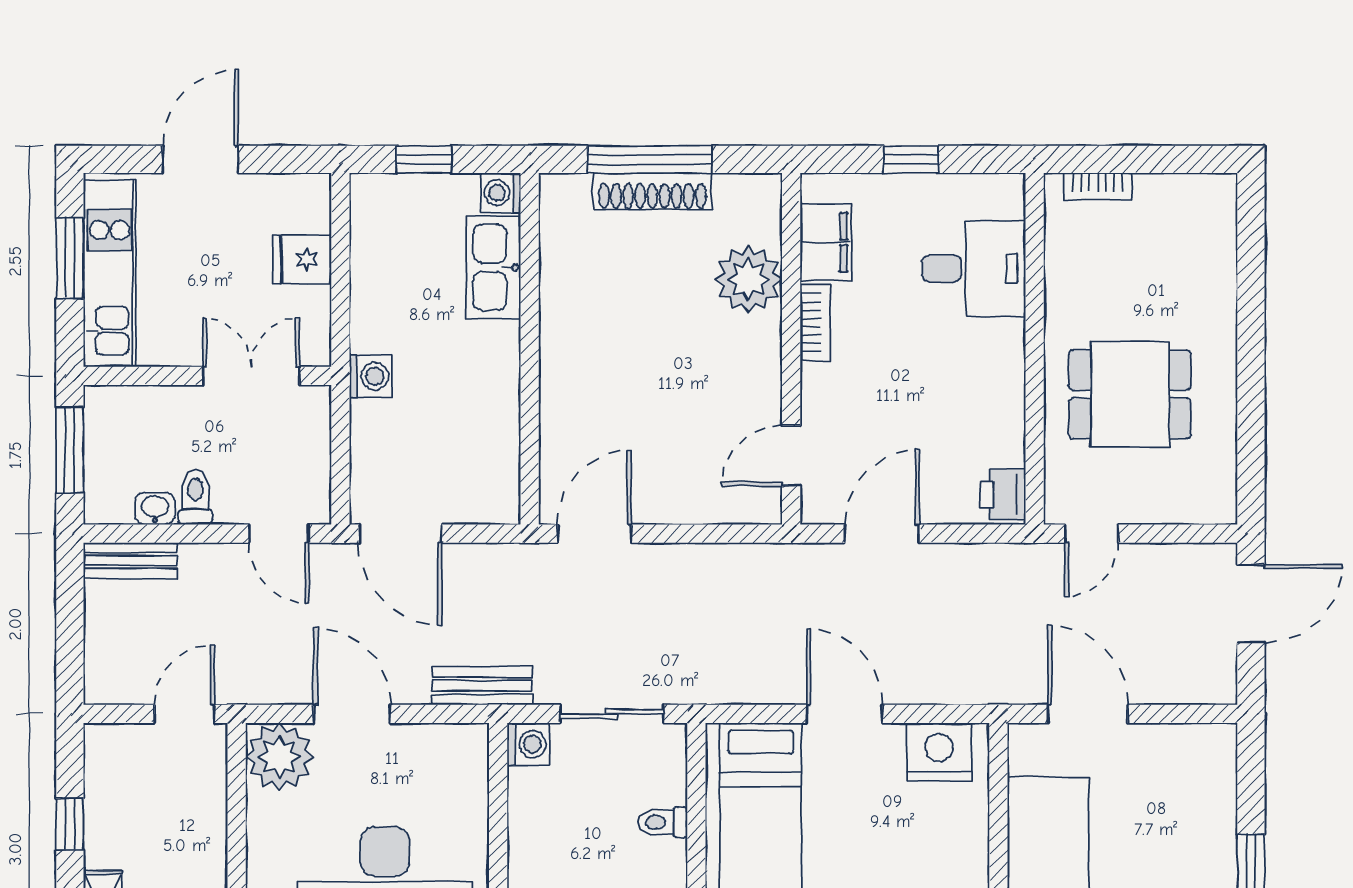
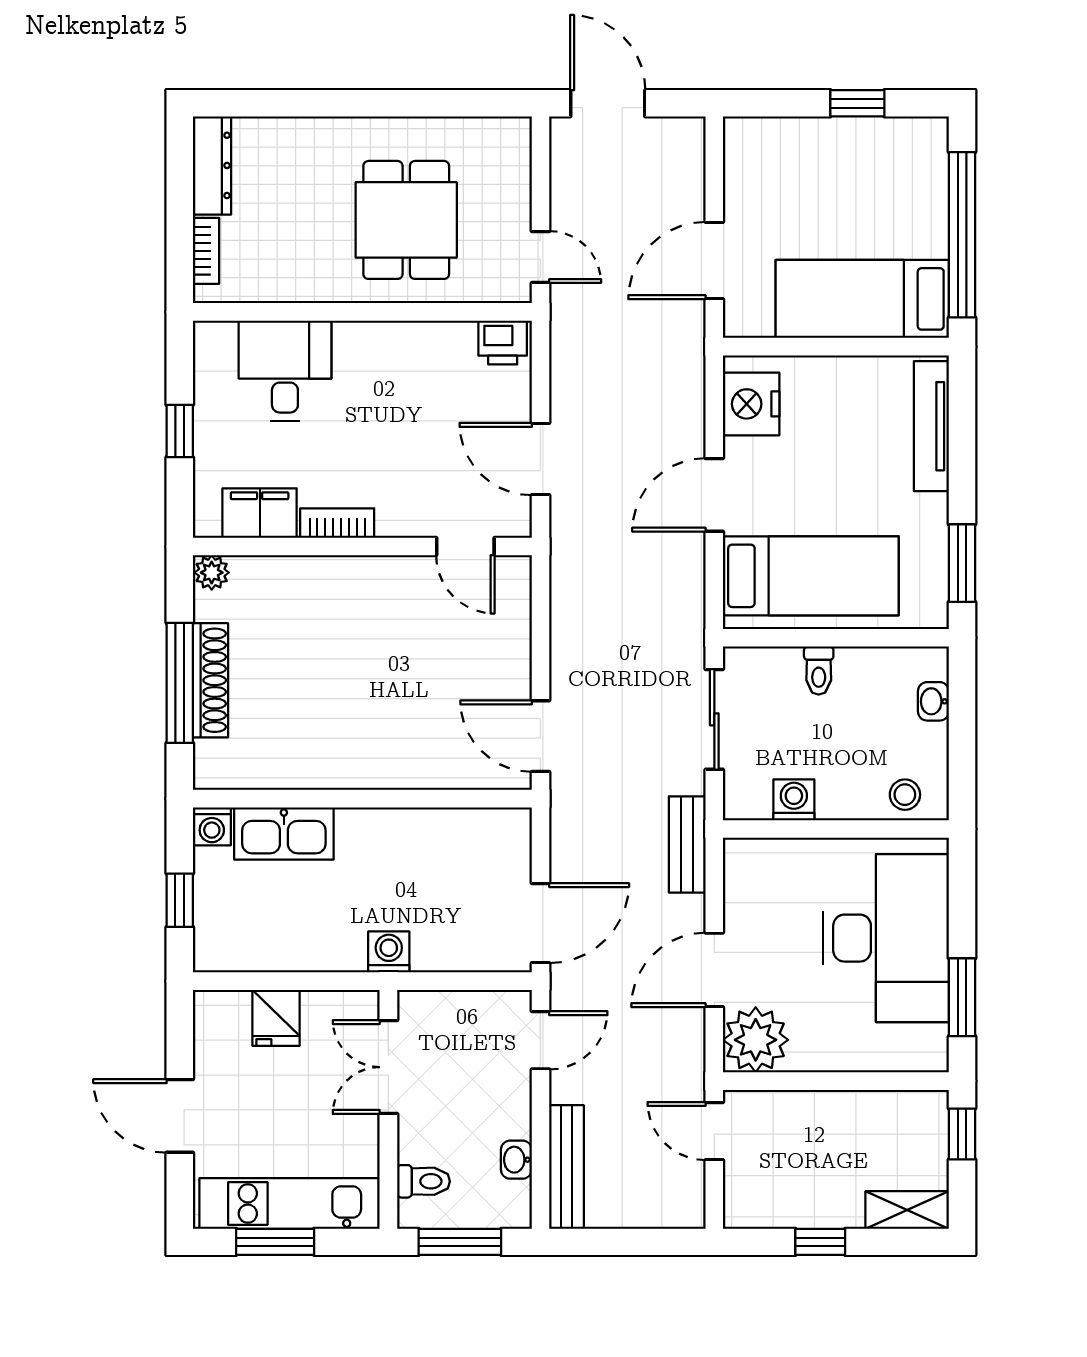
dresser: (1186, 193) -> (212, 165), added
plant: (748, 279) -> (212, 573), moved, width x0.53, depth x0.53
toilet: (195, 497) -> (424, 1181), moved, turned 180
bench: (130, 561) -> (566, 1167), width x1.36
washing machine: (528, 744) -> (794, 800), moved

